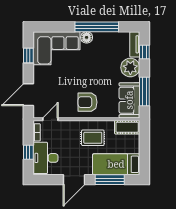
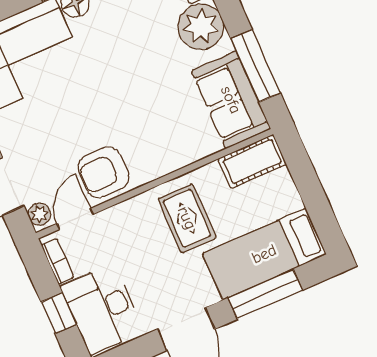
armchair: (88, 102) -> (103, 172), moved
plant: (38, 111) -> (39, 214), added
rug: (93, 138) -> (187, 218), turned 90

